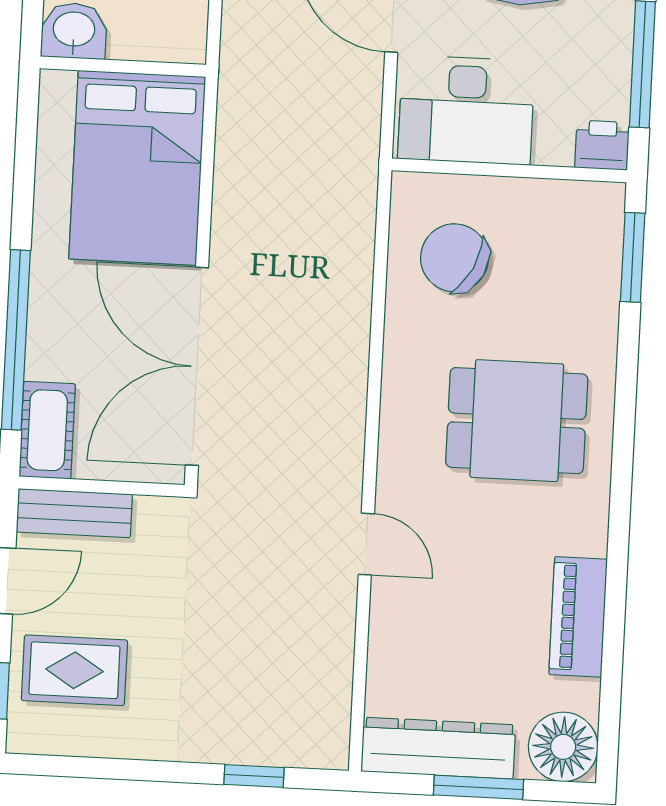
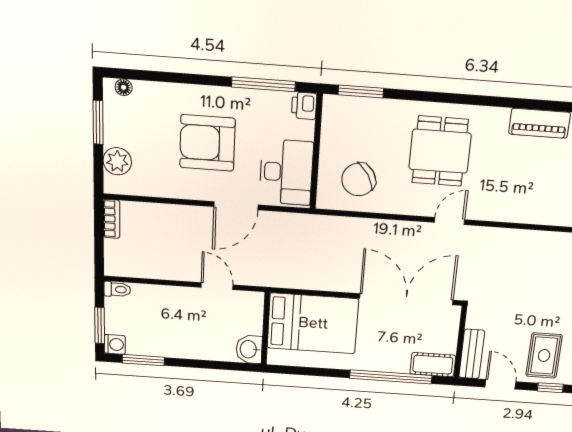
chair: (455, 258) -> (359, 180), turned 31
double door: (197, 366) -> (406, 299), swing flipped
door: (366, 544) -> (450, 221), moved

